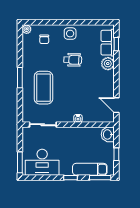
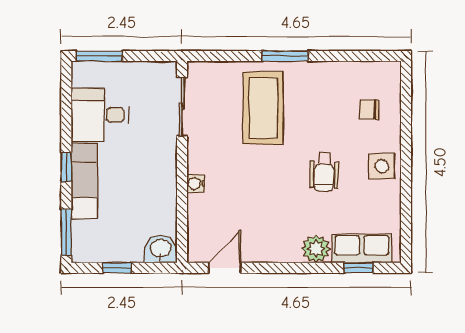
plant: (27, 29) -> (391, 71), removed
coffee table: (43, 88) -> (263, 108), turned 90
desk: (42, 162) -> (100, 115), width x0.73
exam couch: (90, 169) -> (84, 181), moved

